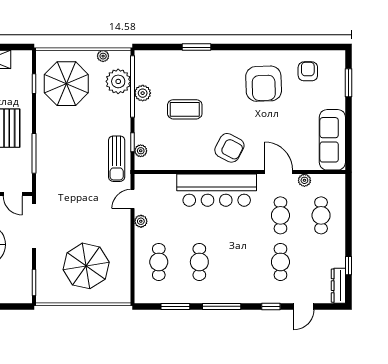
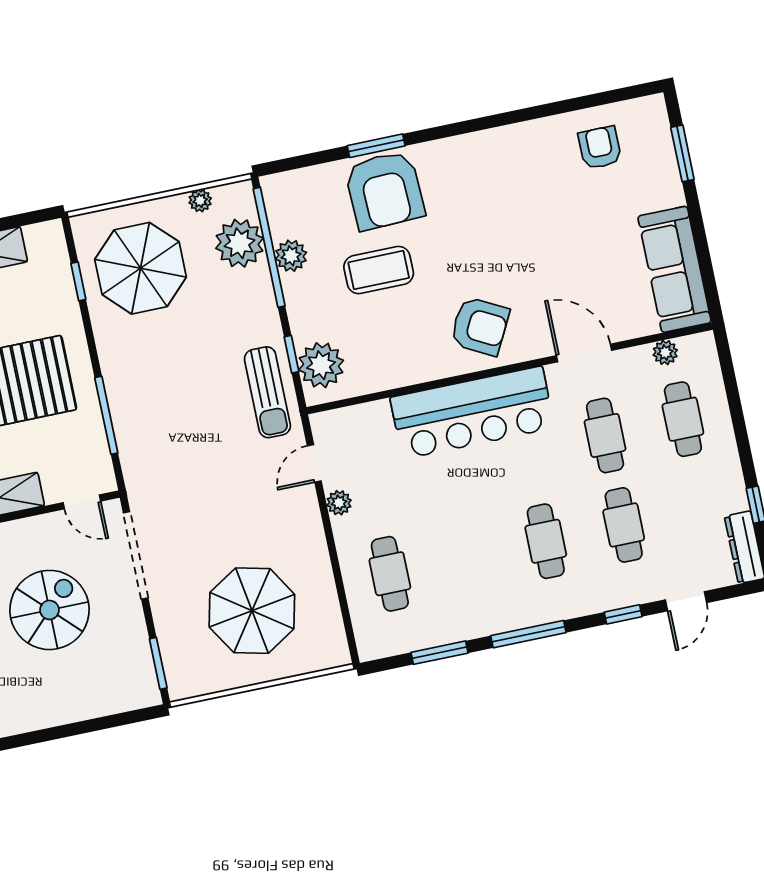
armchair: (264, 84) -> (385, 190), moved
plant: (141, 151) -> (321, 365), width x1.88, depth x1.88
plant: (304, 180) -> (665, 353), moved
cafe table: (199, 262) -> (546, 541), moved

